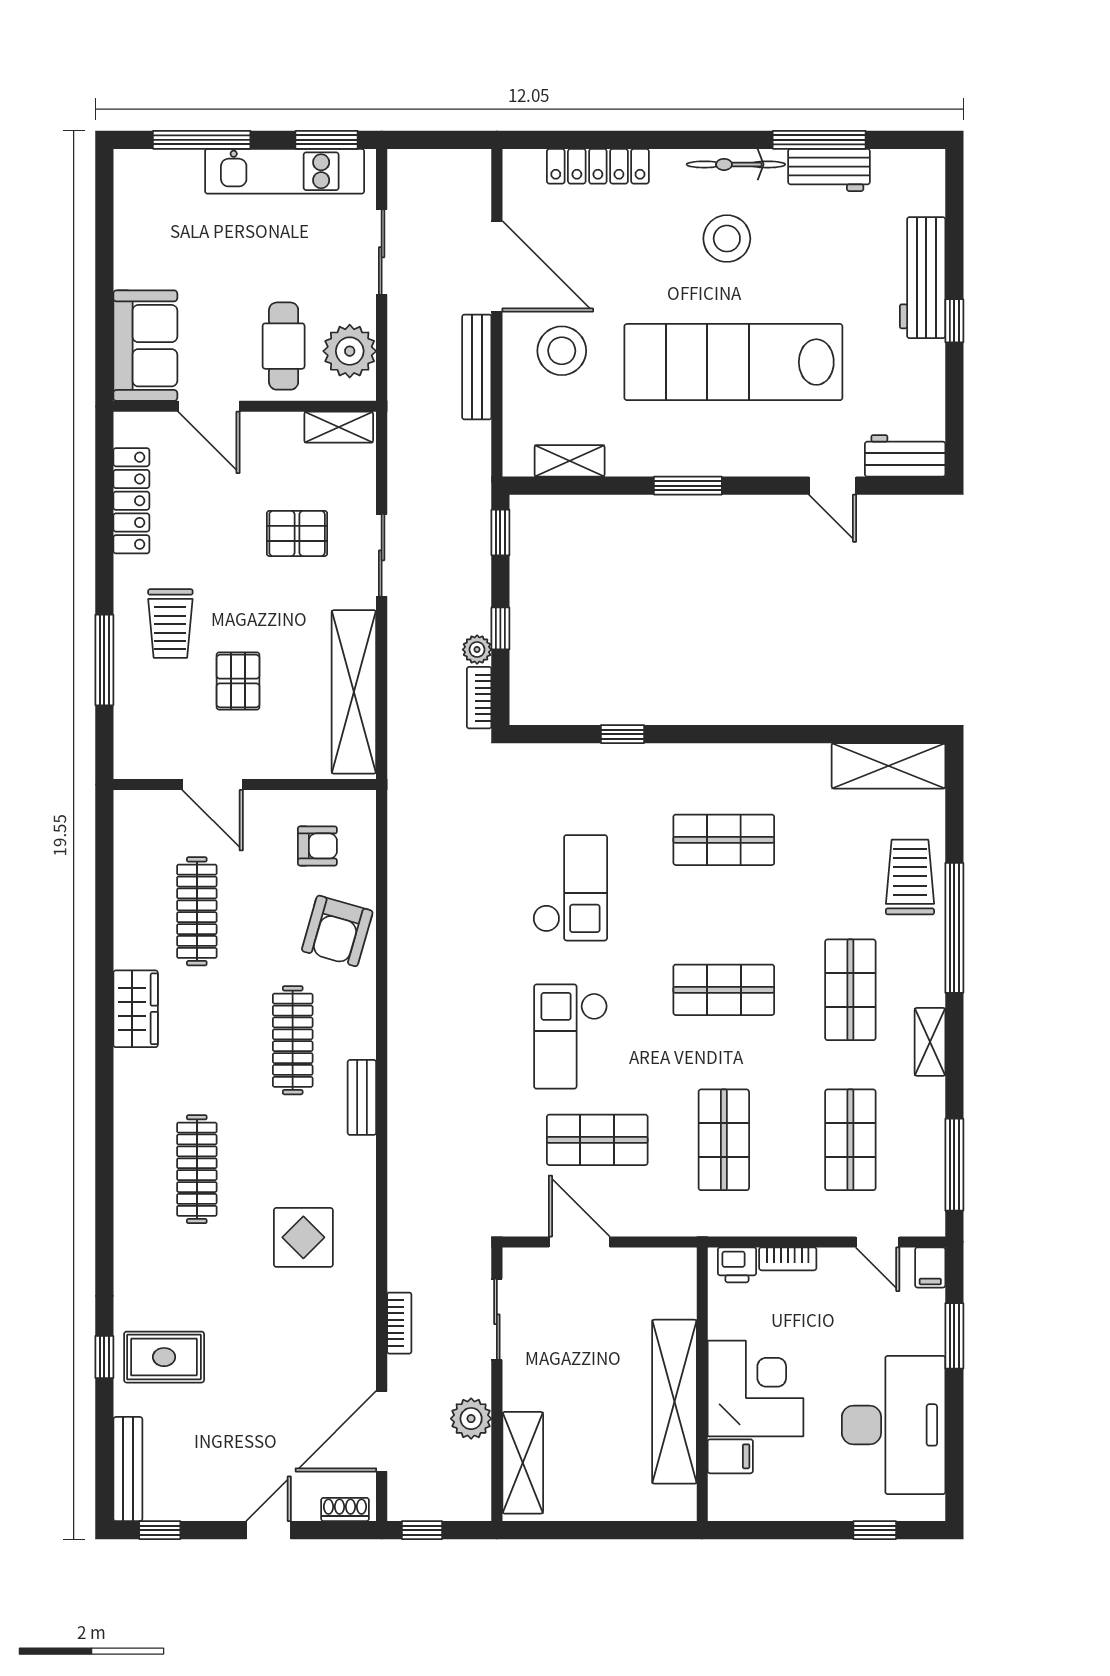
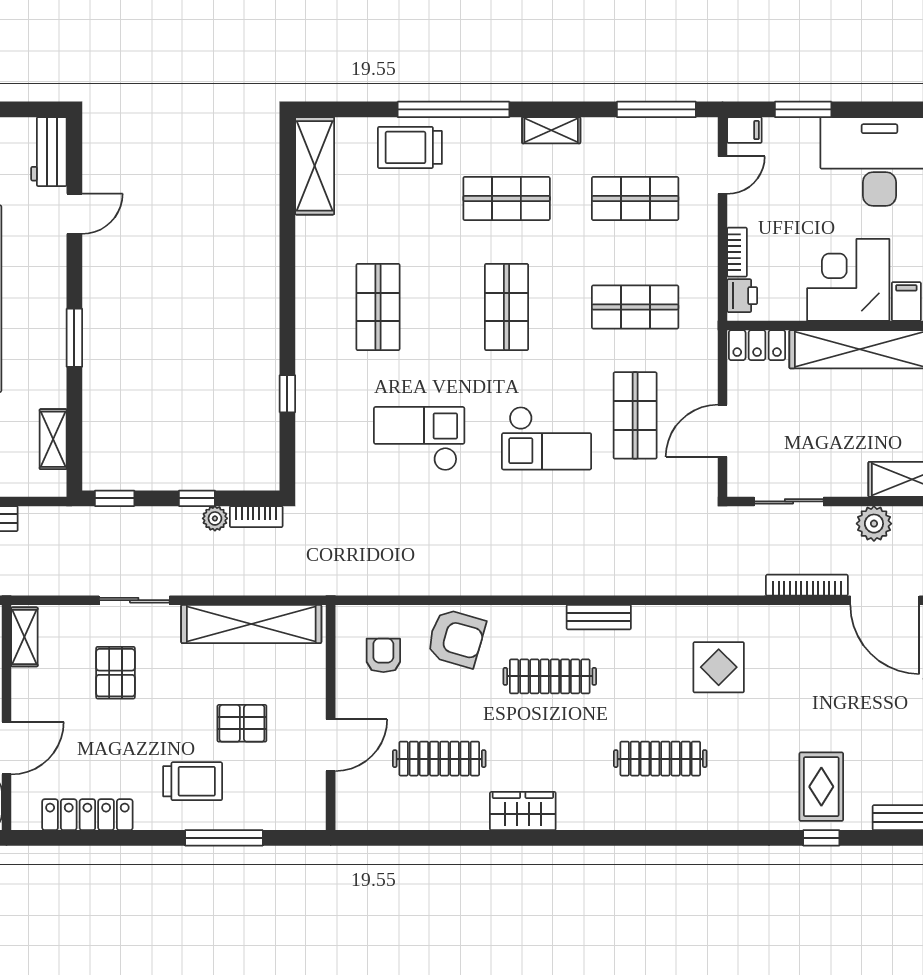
locker: (679, 1282) -> (757, 345), added
bookcase: (399, 1323) -> (807, 585), width x1.56

